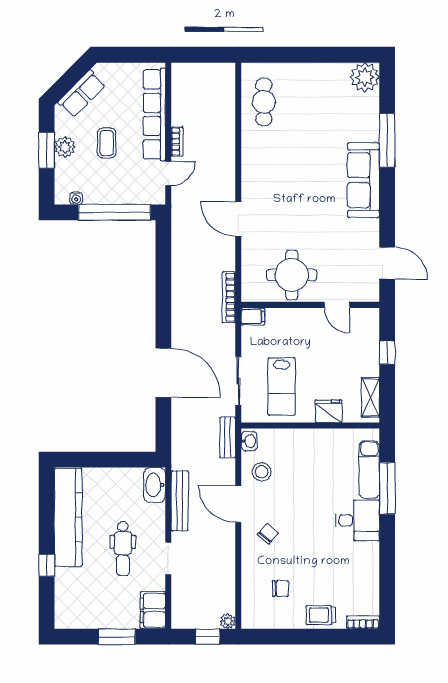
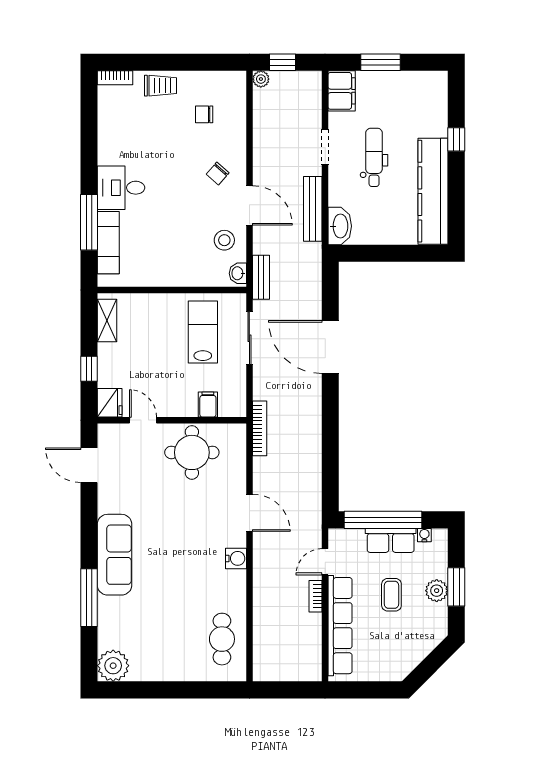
row of seats: (82, 94) -> (391, 540), moved, turned -135
water cooler: (251, 177) -> (236, 558), added
filing cabinet: (253, 317) -> (208, 404), moved, turned 90
fridge: (329, 411) -> (110, 403), moved, turned -90

